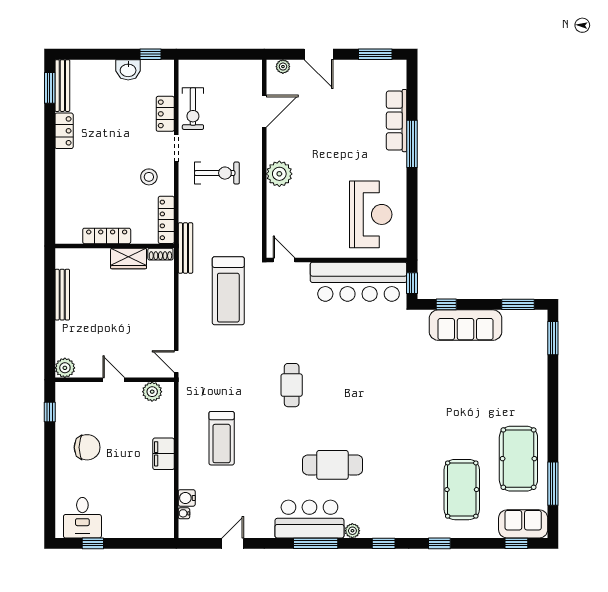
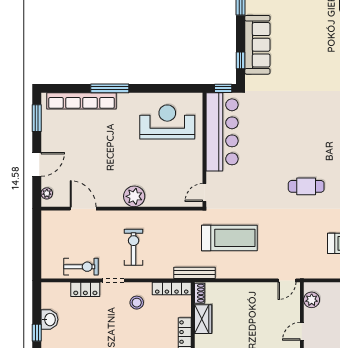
window: (150, 54) -> (37, 333), moved
row of seats: (397, 121) -> (82, 101), width x1.36

